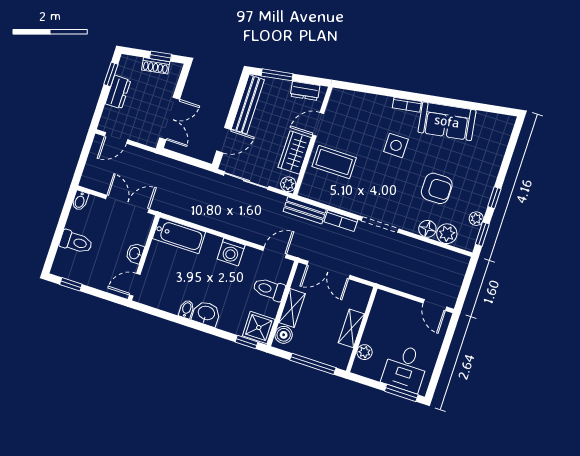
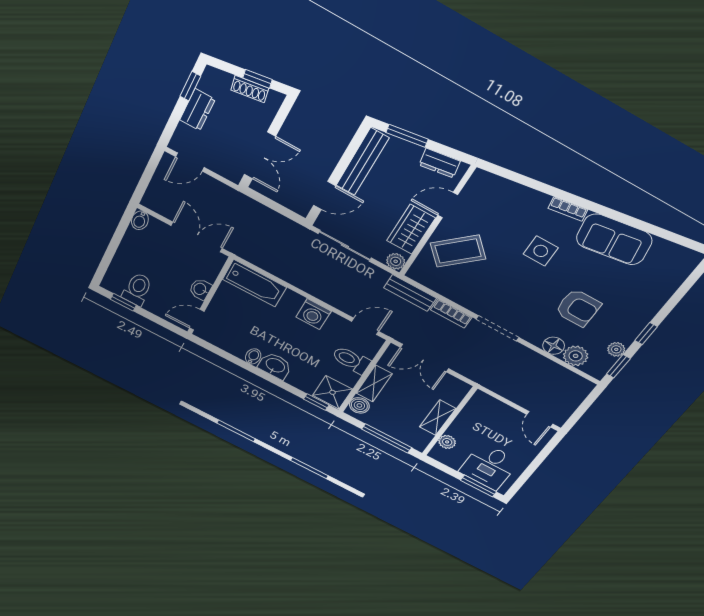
coffee table: (334, 162) -> (458, 251), turned -44
toilet: (76, 242) -> (137, 289), moved, turned -90

